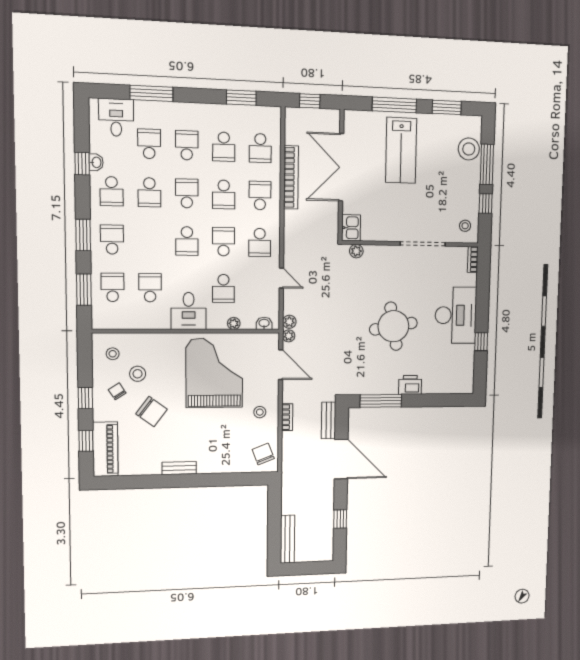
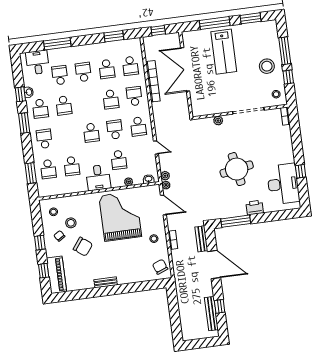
stool: (469, 149) -> (267, 66), moved
school desk: (187, 193) -> (87, 102), removed
kitchen sink: (351, 228) -> (198, 108), removed
window: (83, 235) -> (24, 123), moved
plant: (356, 251) -> (218, 121), moved
school desk: (113, 287) -> (48, 169), turned 180
school desk: (150, 288) -> (72, 166), turned 180
desk: (456, 315) -> (283, 184), moved
bench: (287, 539) -> (211, 314), moved

